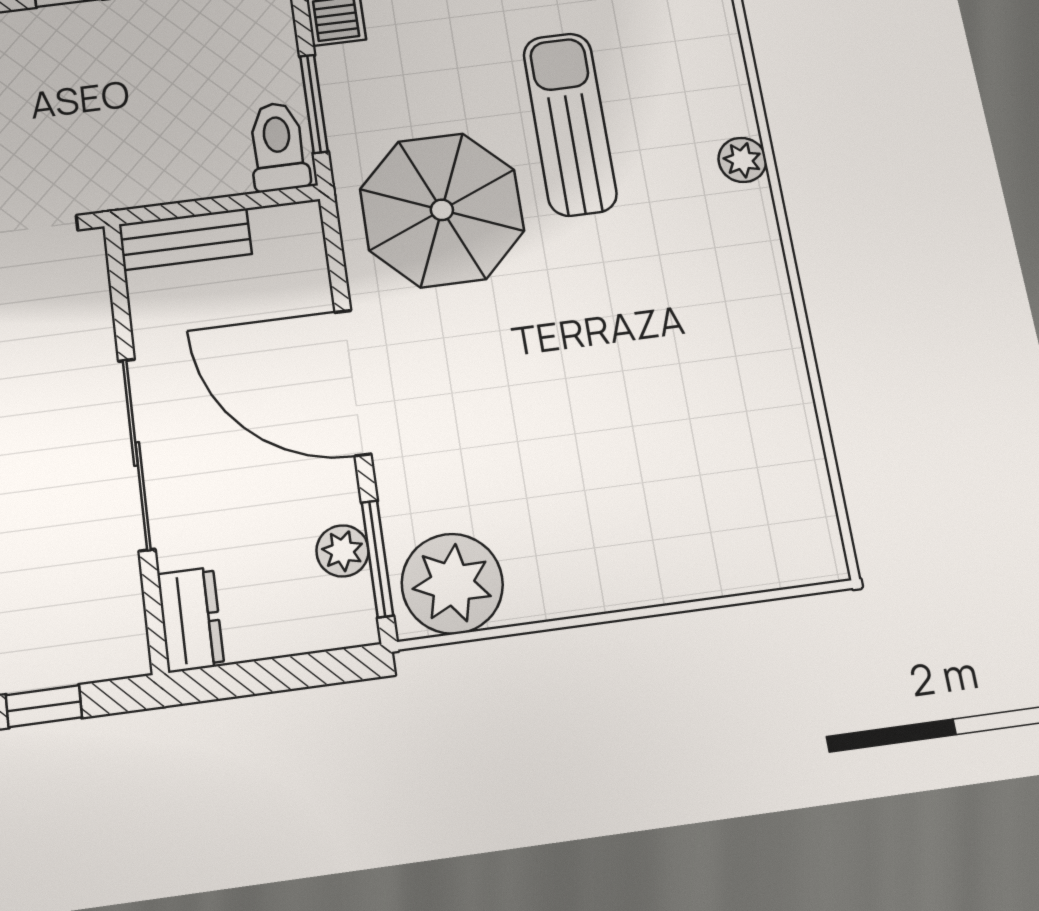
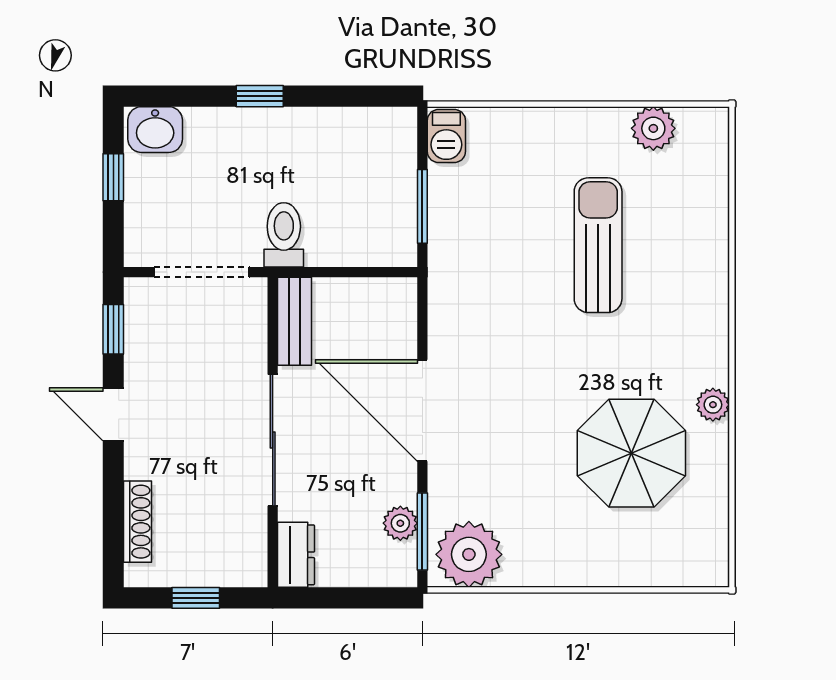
toilet: (278, 147) -> (284, 235), moved
plant: (742, 160) -> (713, 405), moved
parasol: (442, 210) -> (631, 453), moved
bench: (185, 239) -> (294, 321), moved, turned 90

